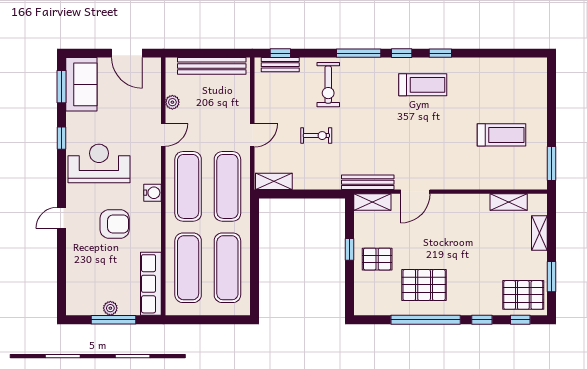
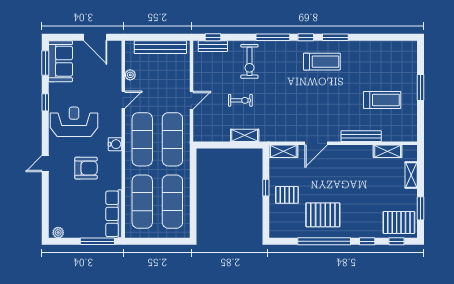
window: (440, 53) -> (335, 37), width x1.50
window: (551, 163) -> (420, 88), moved
shelving: (274, 181) -> (245, 135), moved
bench: (368, 182) -> (361, 136), moved
plant: (110, 308) -> (58, 233), moved
window: (114, 320) -> (97, 241), moved

